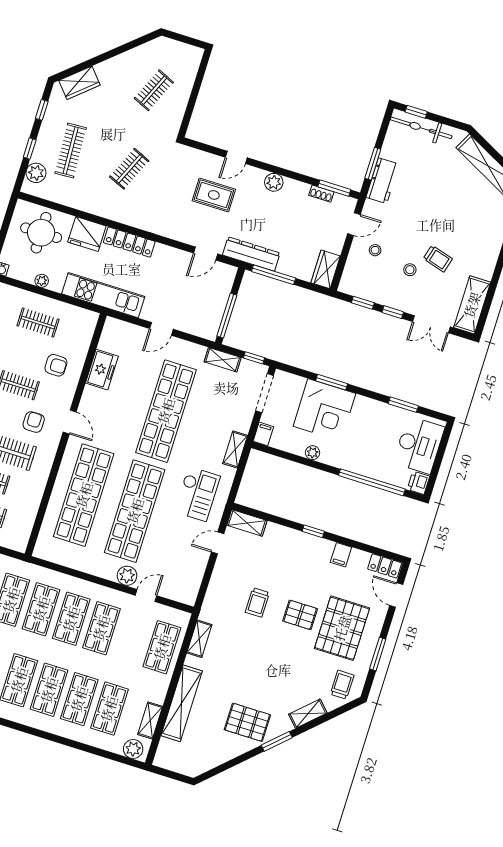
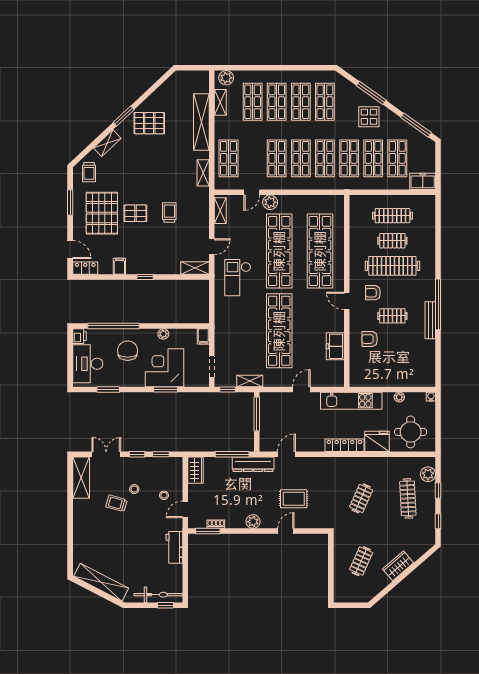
wardrobe: (79, 83) -> (398, 566), moved
window: (373, 164) -> (185, 558), removed
clothes rail: (38, 322) -> (392, 366), removed
doorway: (265, 393) -> (212, 366), width x0.73
armchair: (34, 422) -> (373, 293), turned 90
chair: (364, 446) -> (128, 351), added
shelving: (235, 449) -> (220, 211), moved

